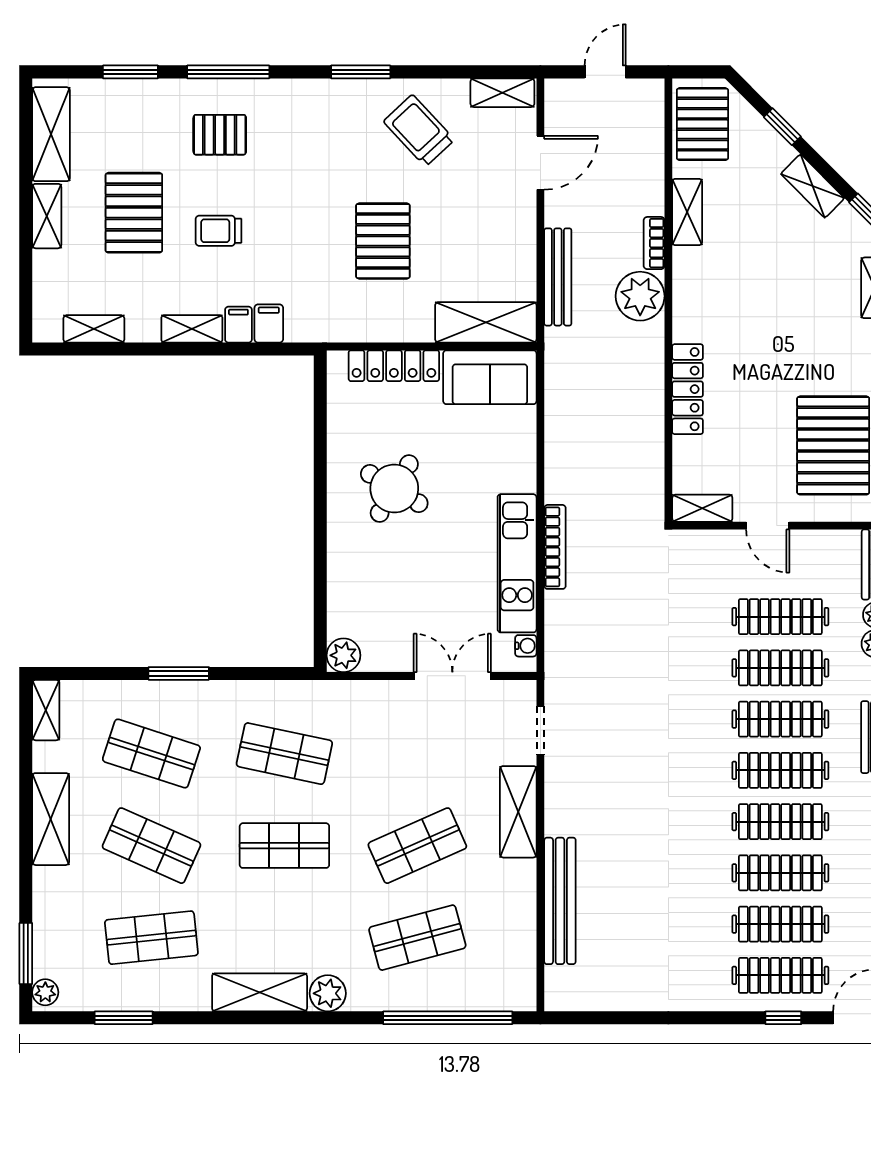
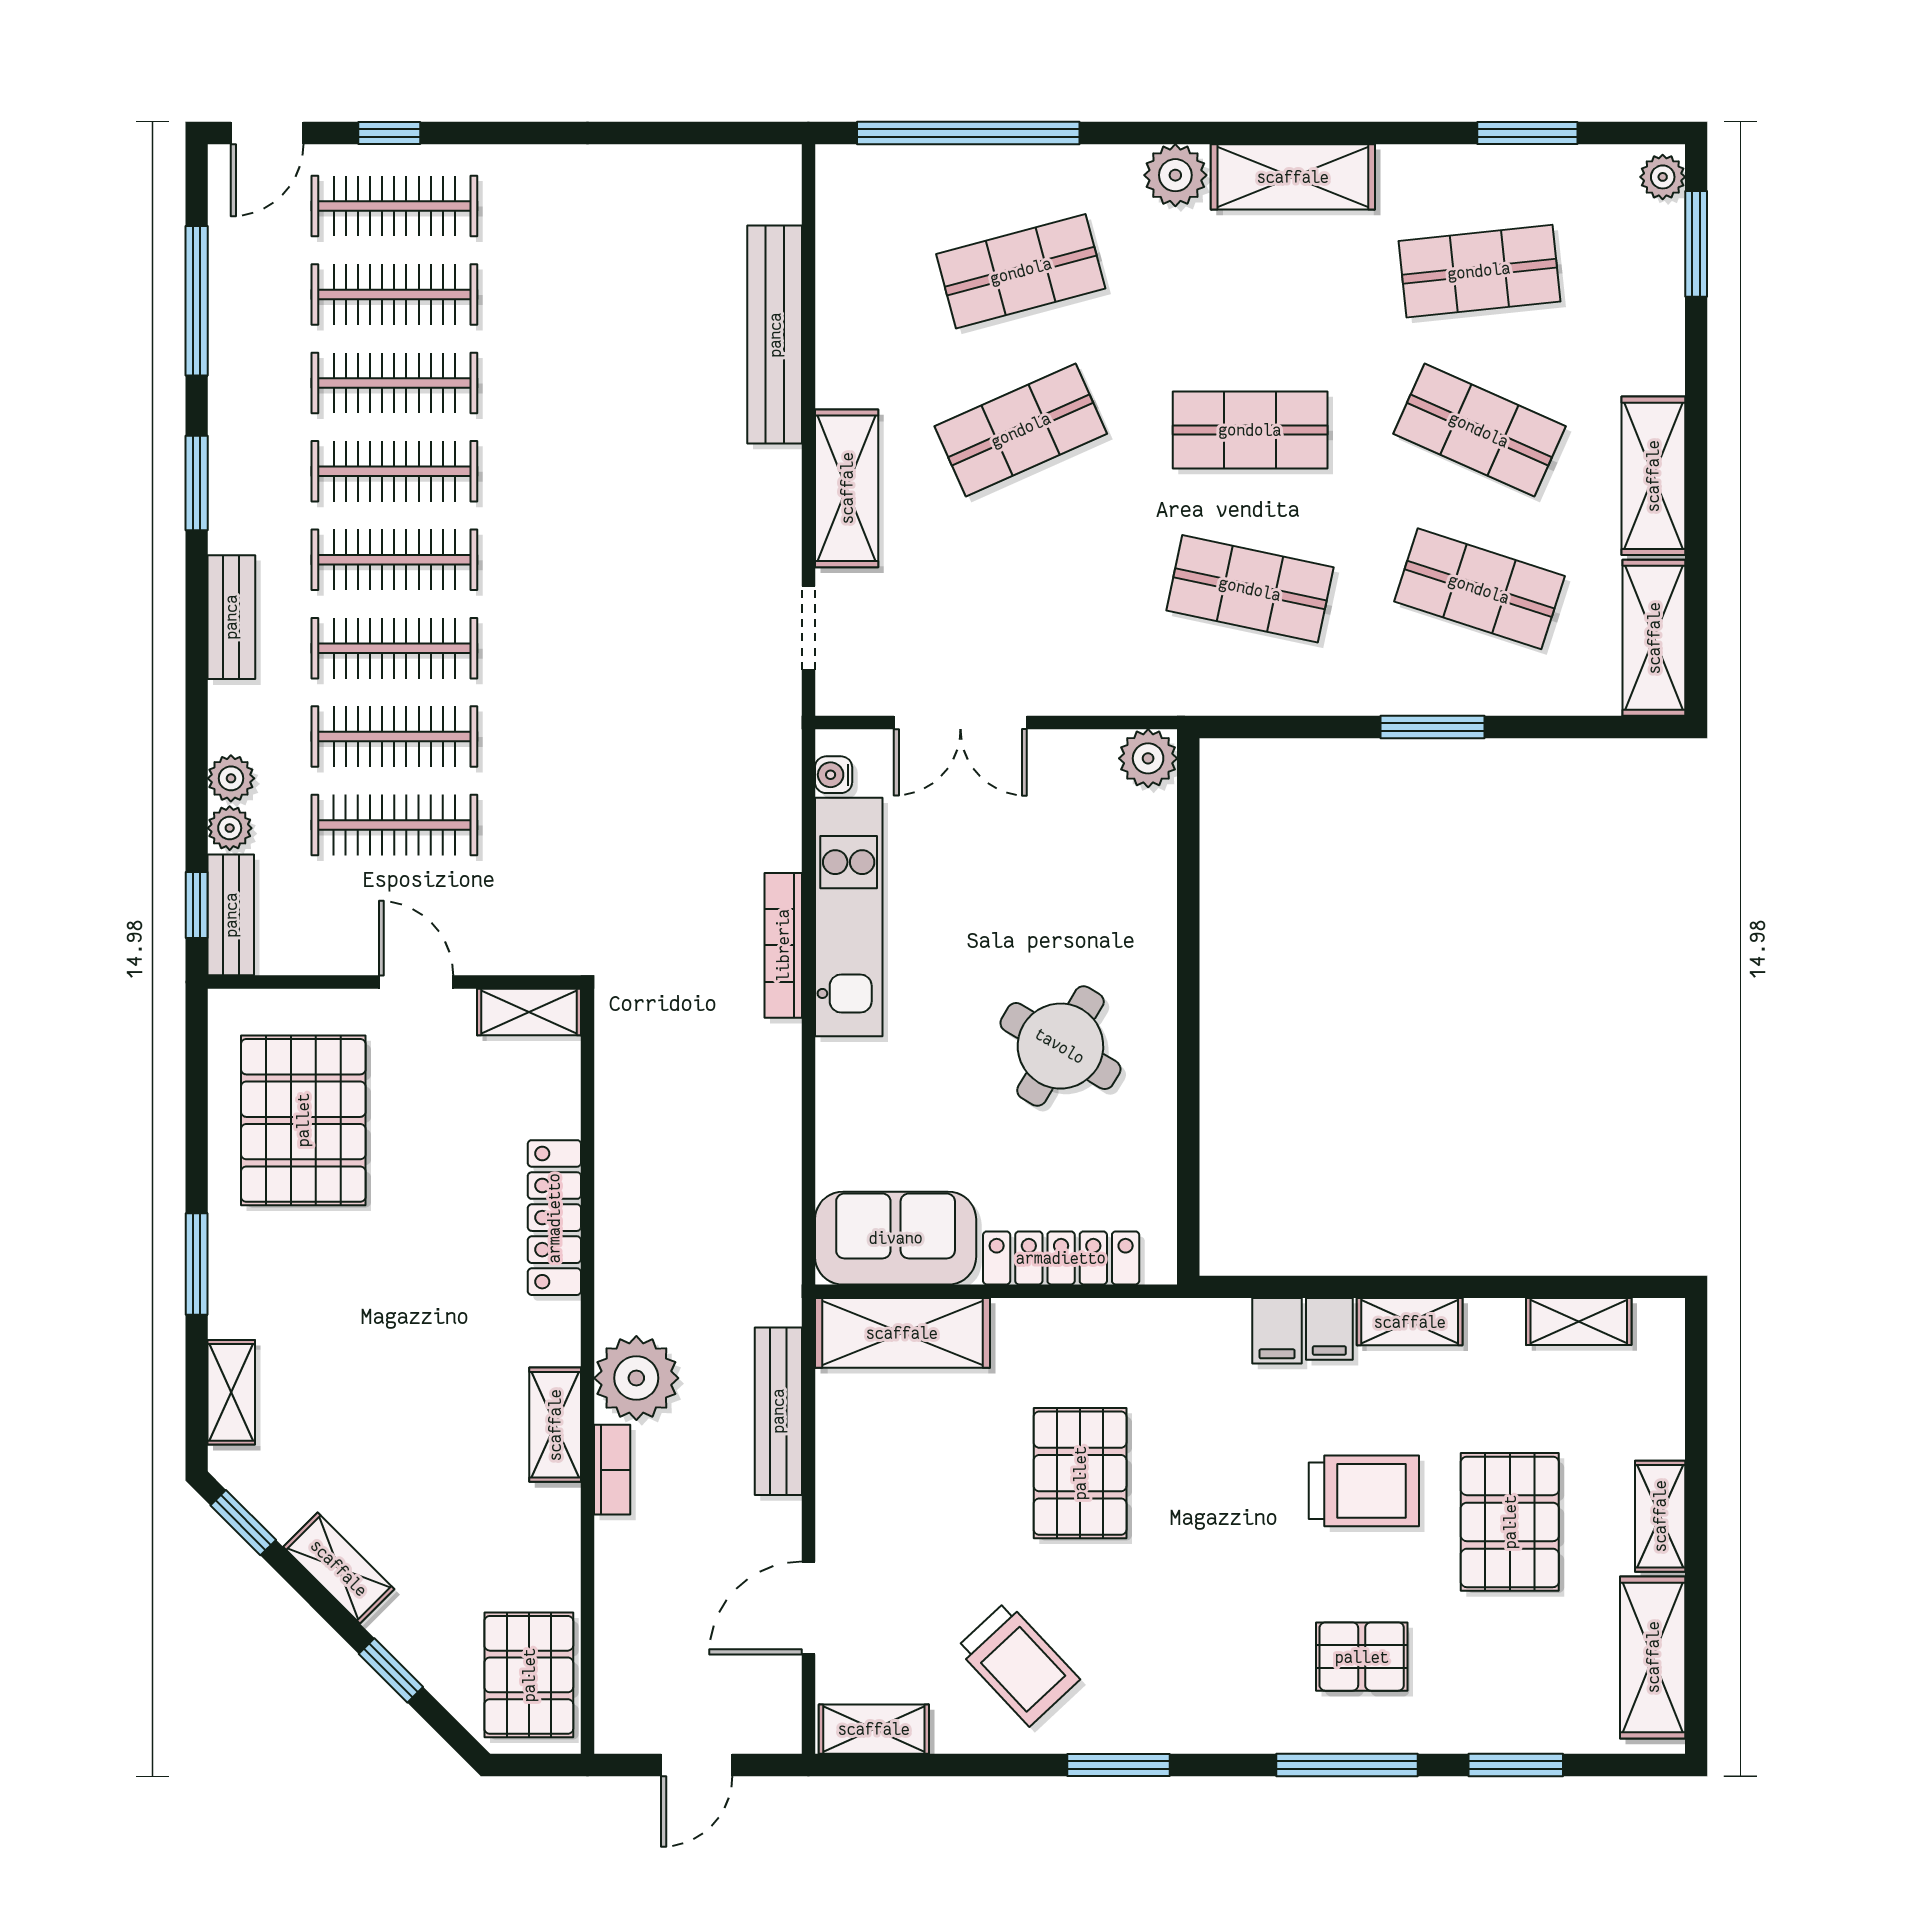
shelving: (687, 212) -> (555, 1425), moved
trolley: (218, 231) -> (1364, 1491), width x1.36, depth x1.39
shelving: (46, 710) -> (1654, 638), width x1.50, depth x1.33

